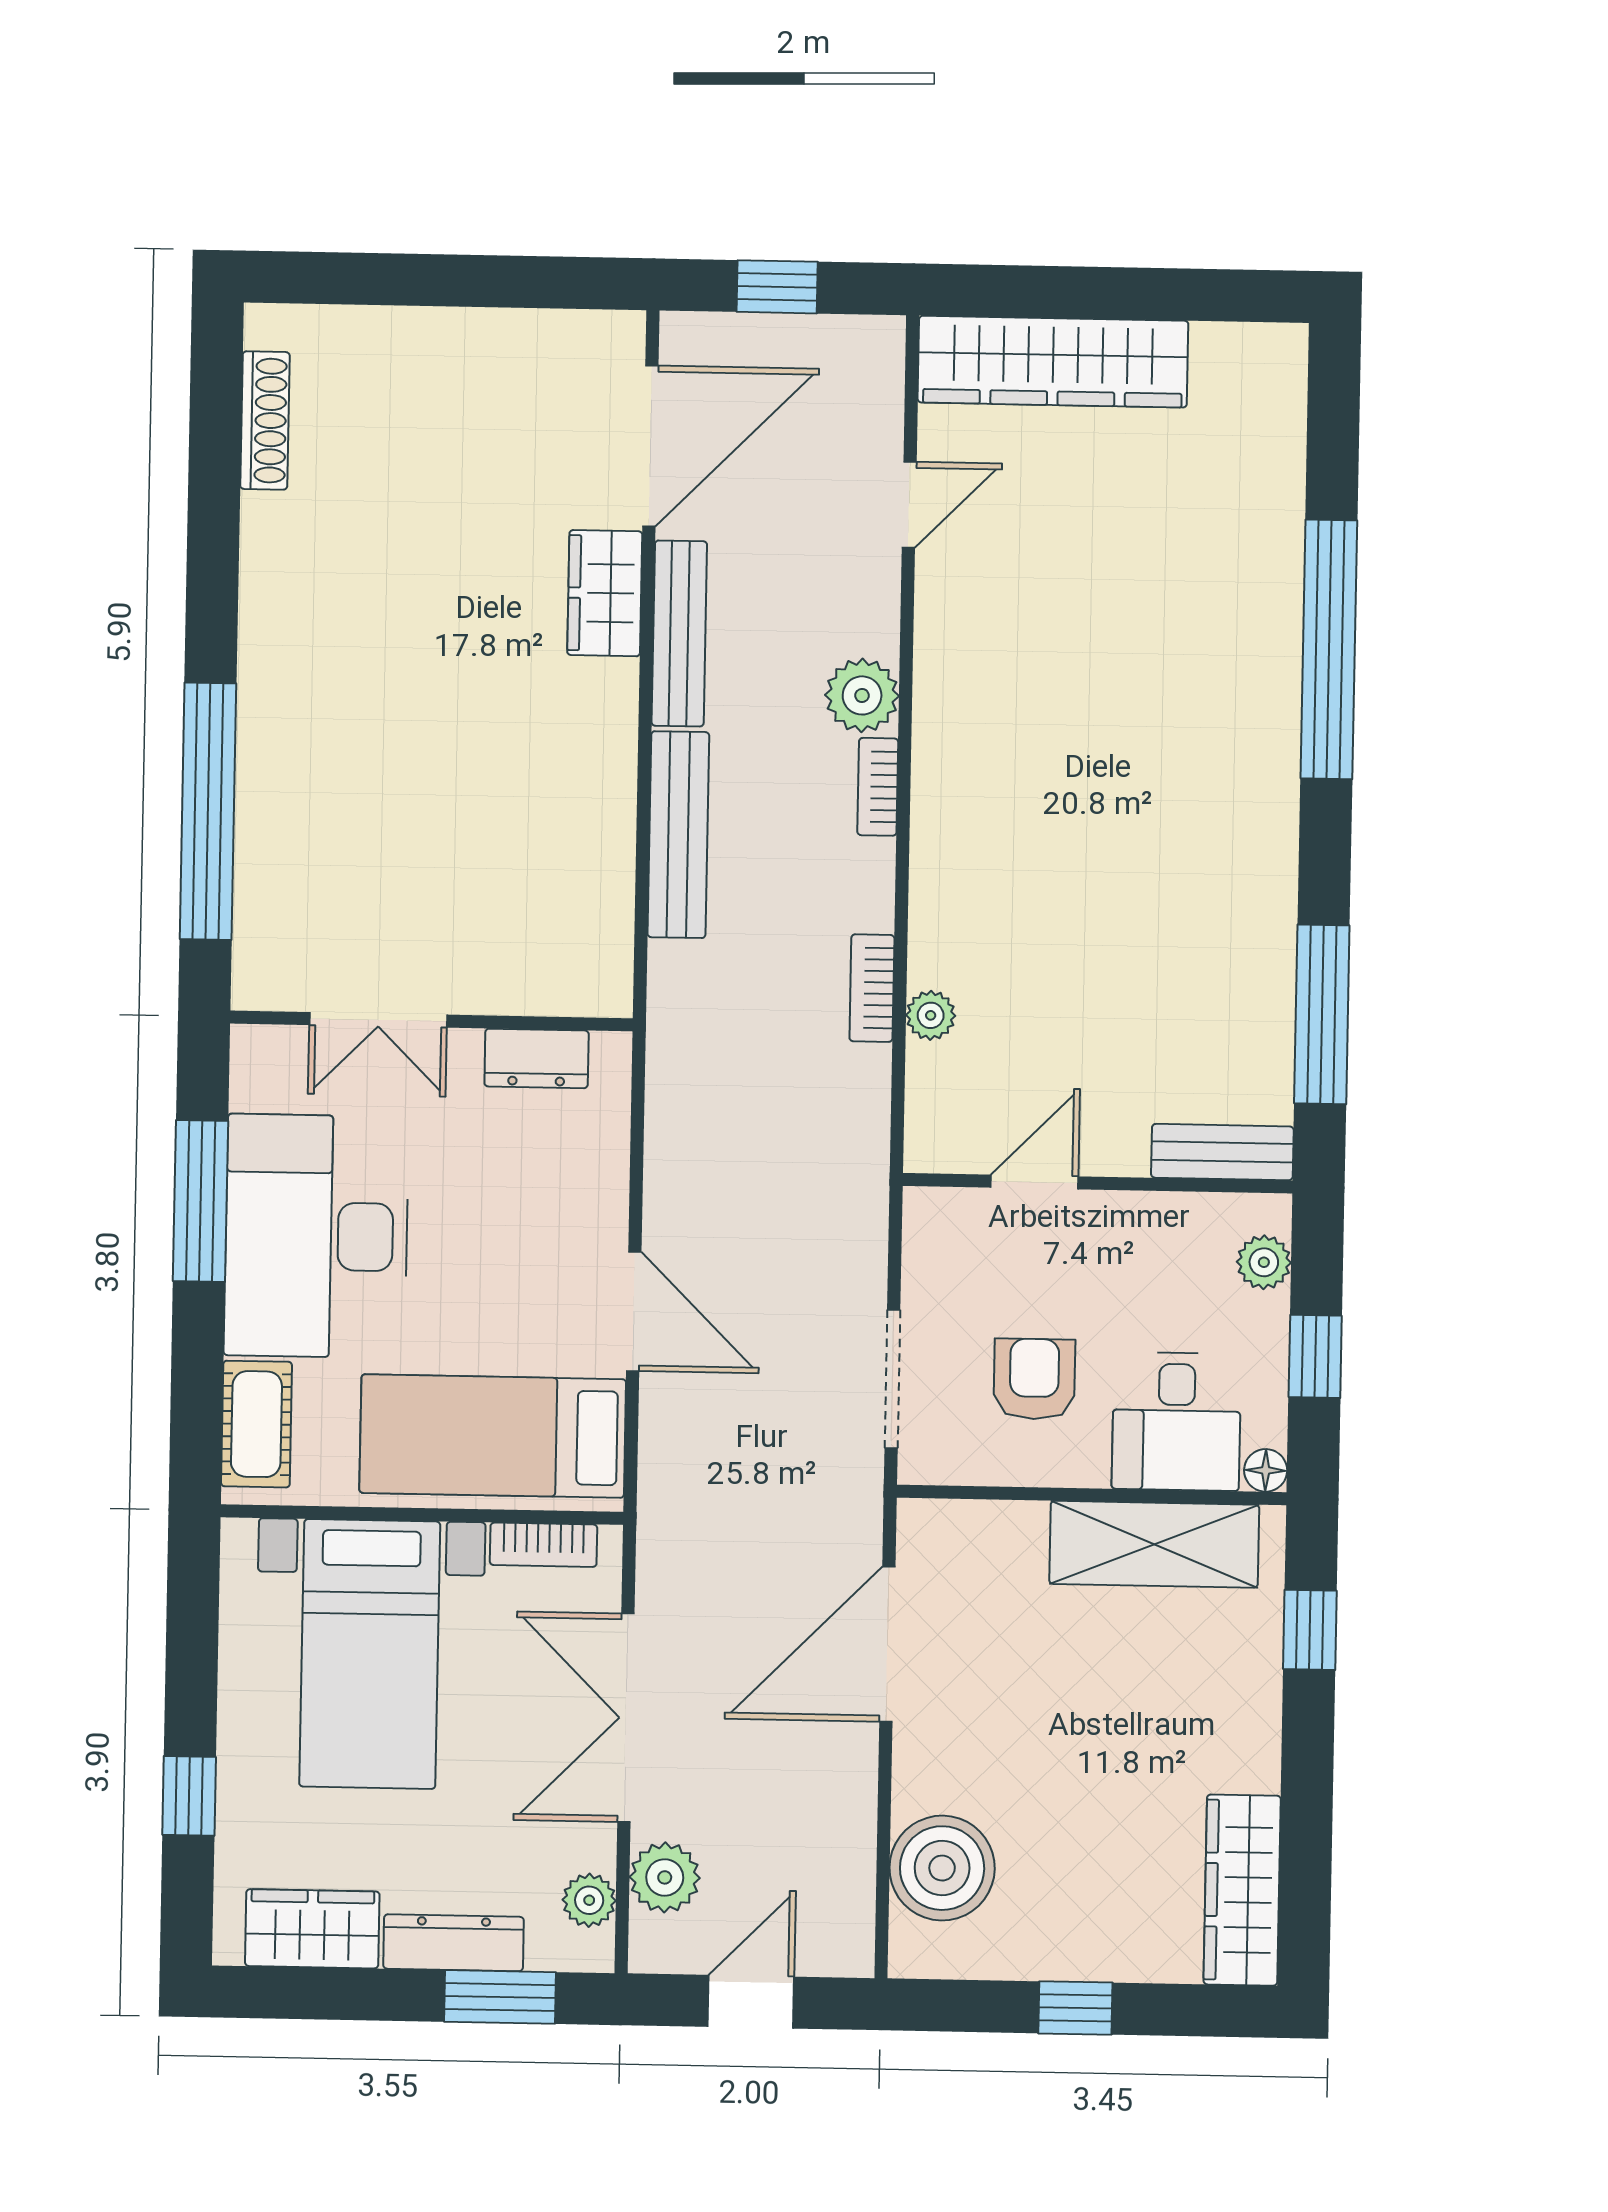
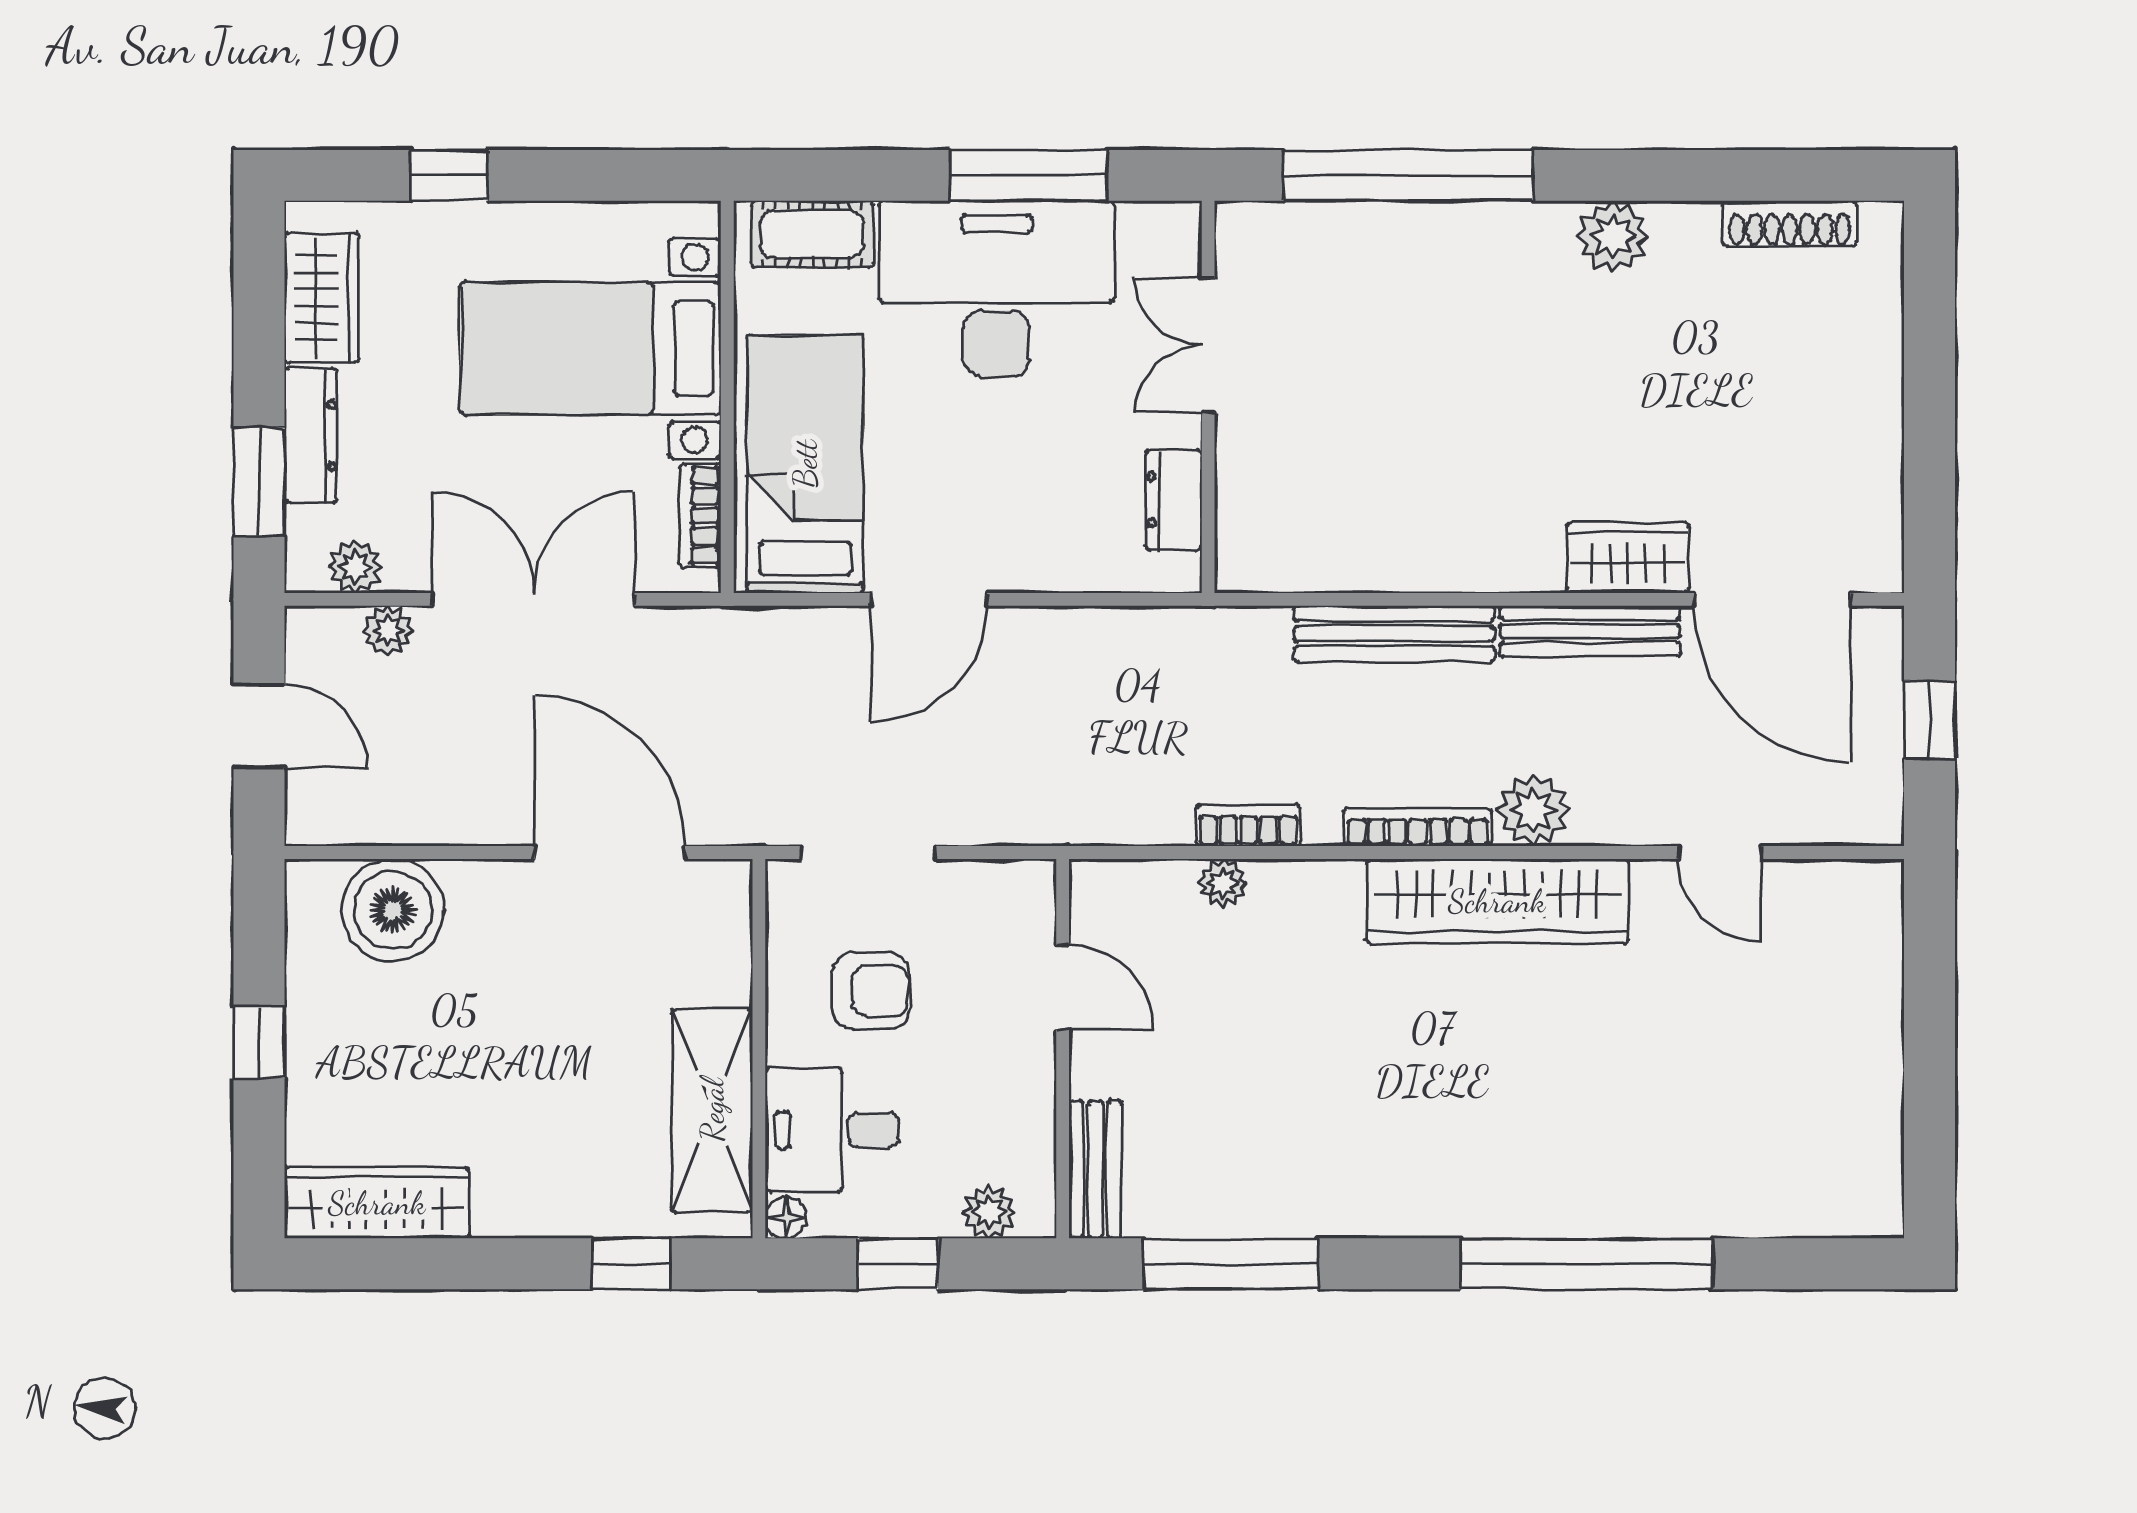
wardrobe: (1053, 362) -> (1497, 901), moved, turned -90
plant: (275, 602) -> (1613, 236), added
bookcase: (878, 787) -> (1418, 827), width x1.56
plant: (665, 1877) -> (388, 631), width x0.73, depth x0.73

